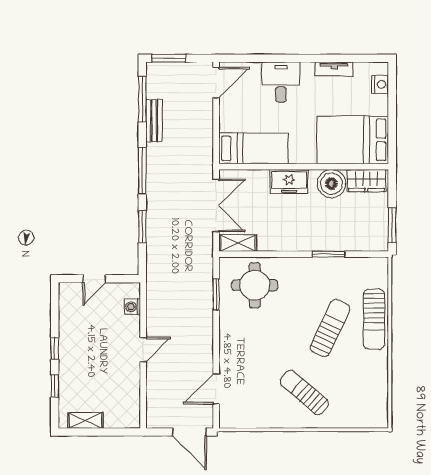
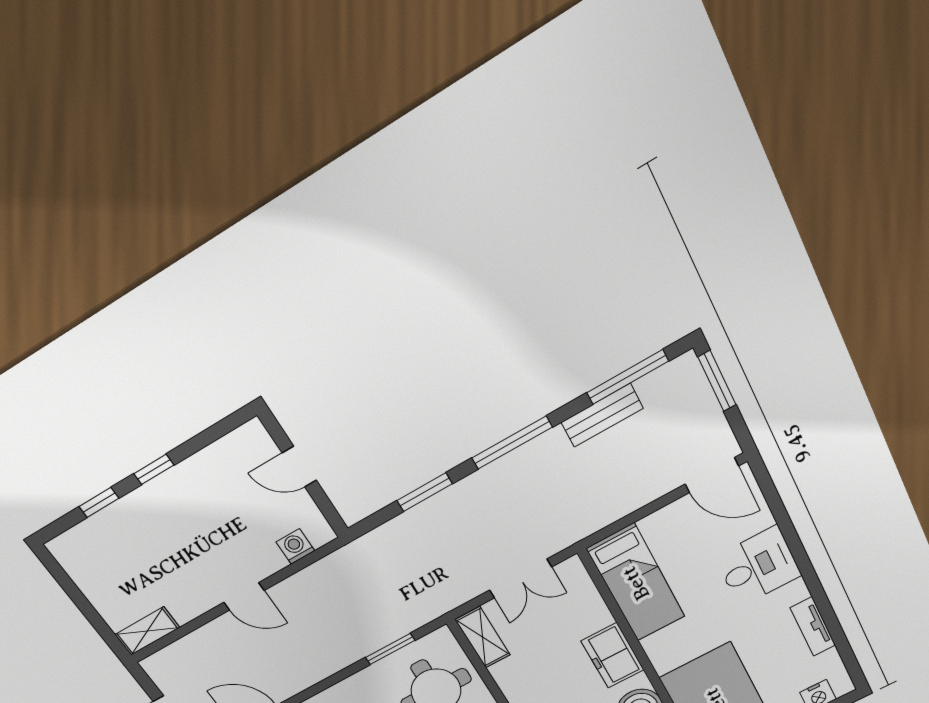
double door: (216, 205) -> (520, 579), width x0.73
shelving: (86, 420) -> (147, 631), moved, turned 90

